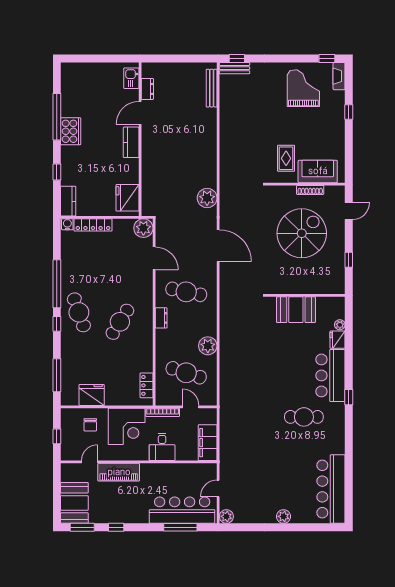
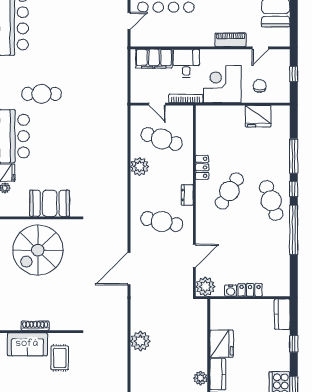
plant: (148, 138) -> (200, 378), added
fridge: (127, 198) -> (222, 344), moved
plant: (207, 198) -> (140, 341), moved
water cooler: (67, 224) -> (231, 291), moved
locker: (93, 225) -> (250, 290), width x0.66
spiral stairs: (302, 233) -> (38, 250), moved
door: (218, 246) -> (129, 269), hinge flipped
door: (154, 258) -> (194, 256), swing flipped
window: (57, 375) -> (294, 156), moved
locker: (147, 385) -> (202, 167), moved
filing cabinet: (208, 443) -> (154, 59), moved, turned 90
piano: (119, 472) -> (231, 40), width x0.73, depth x0.75

